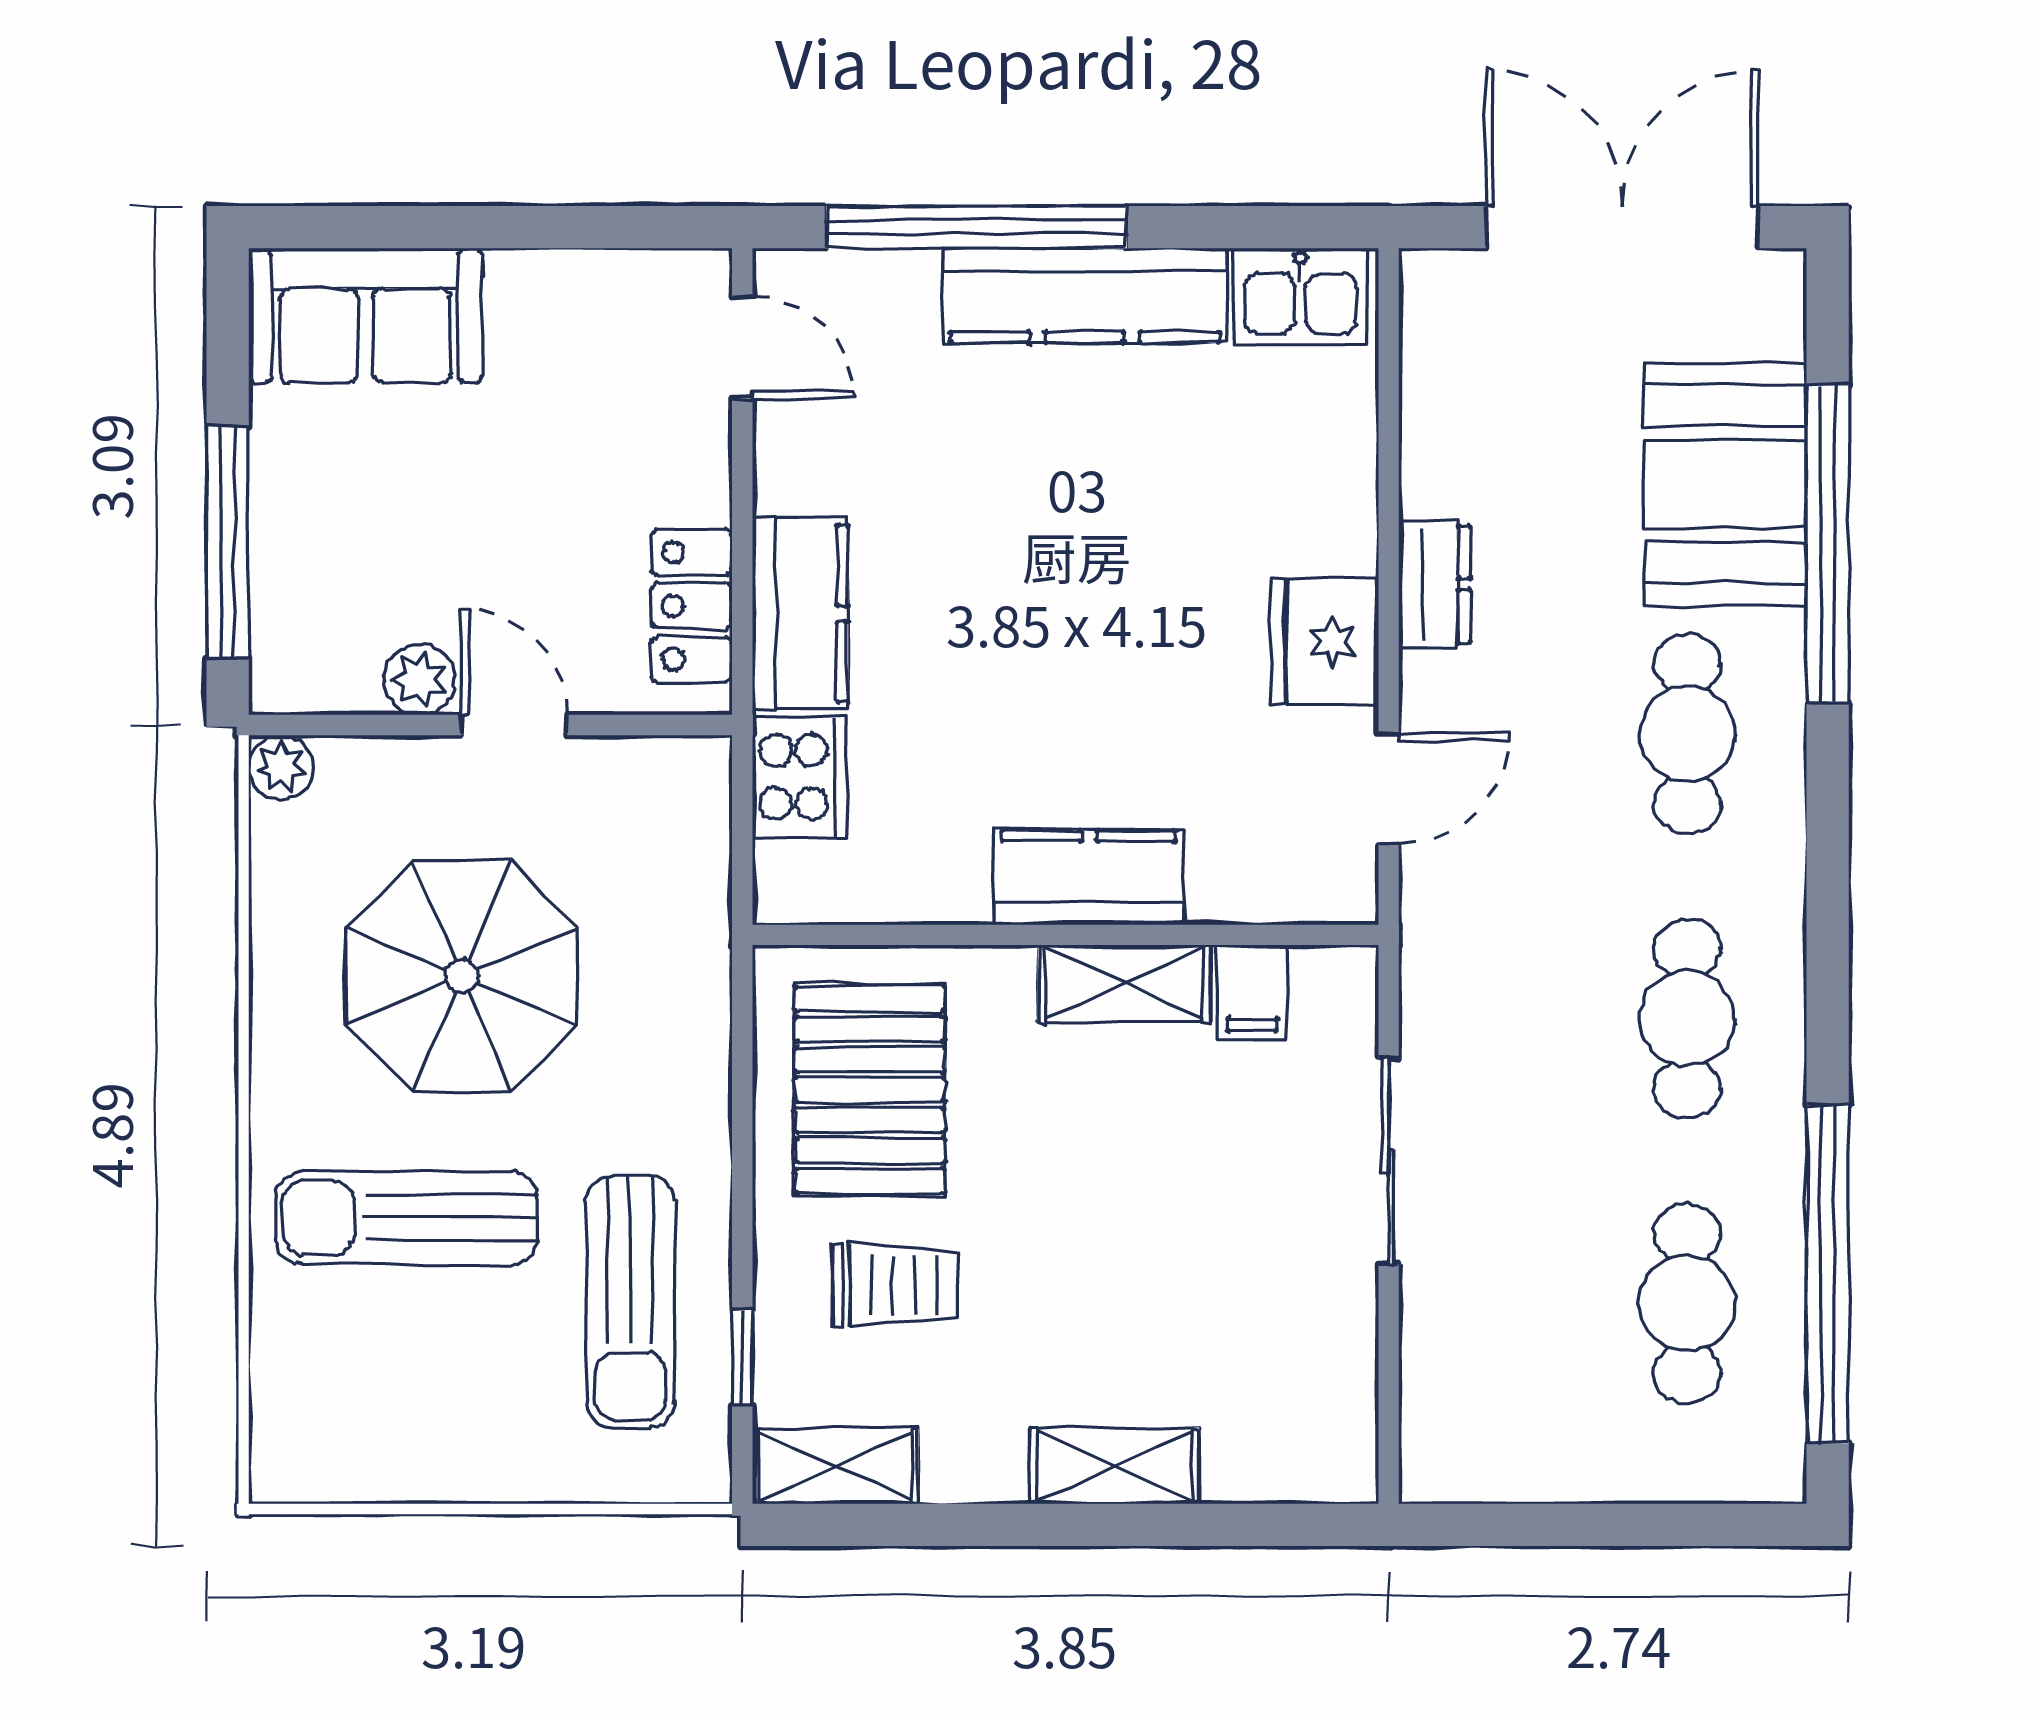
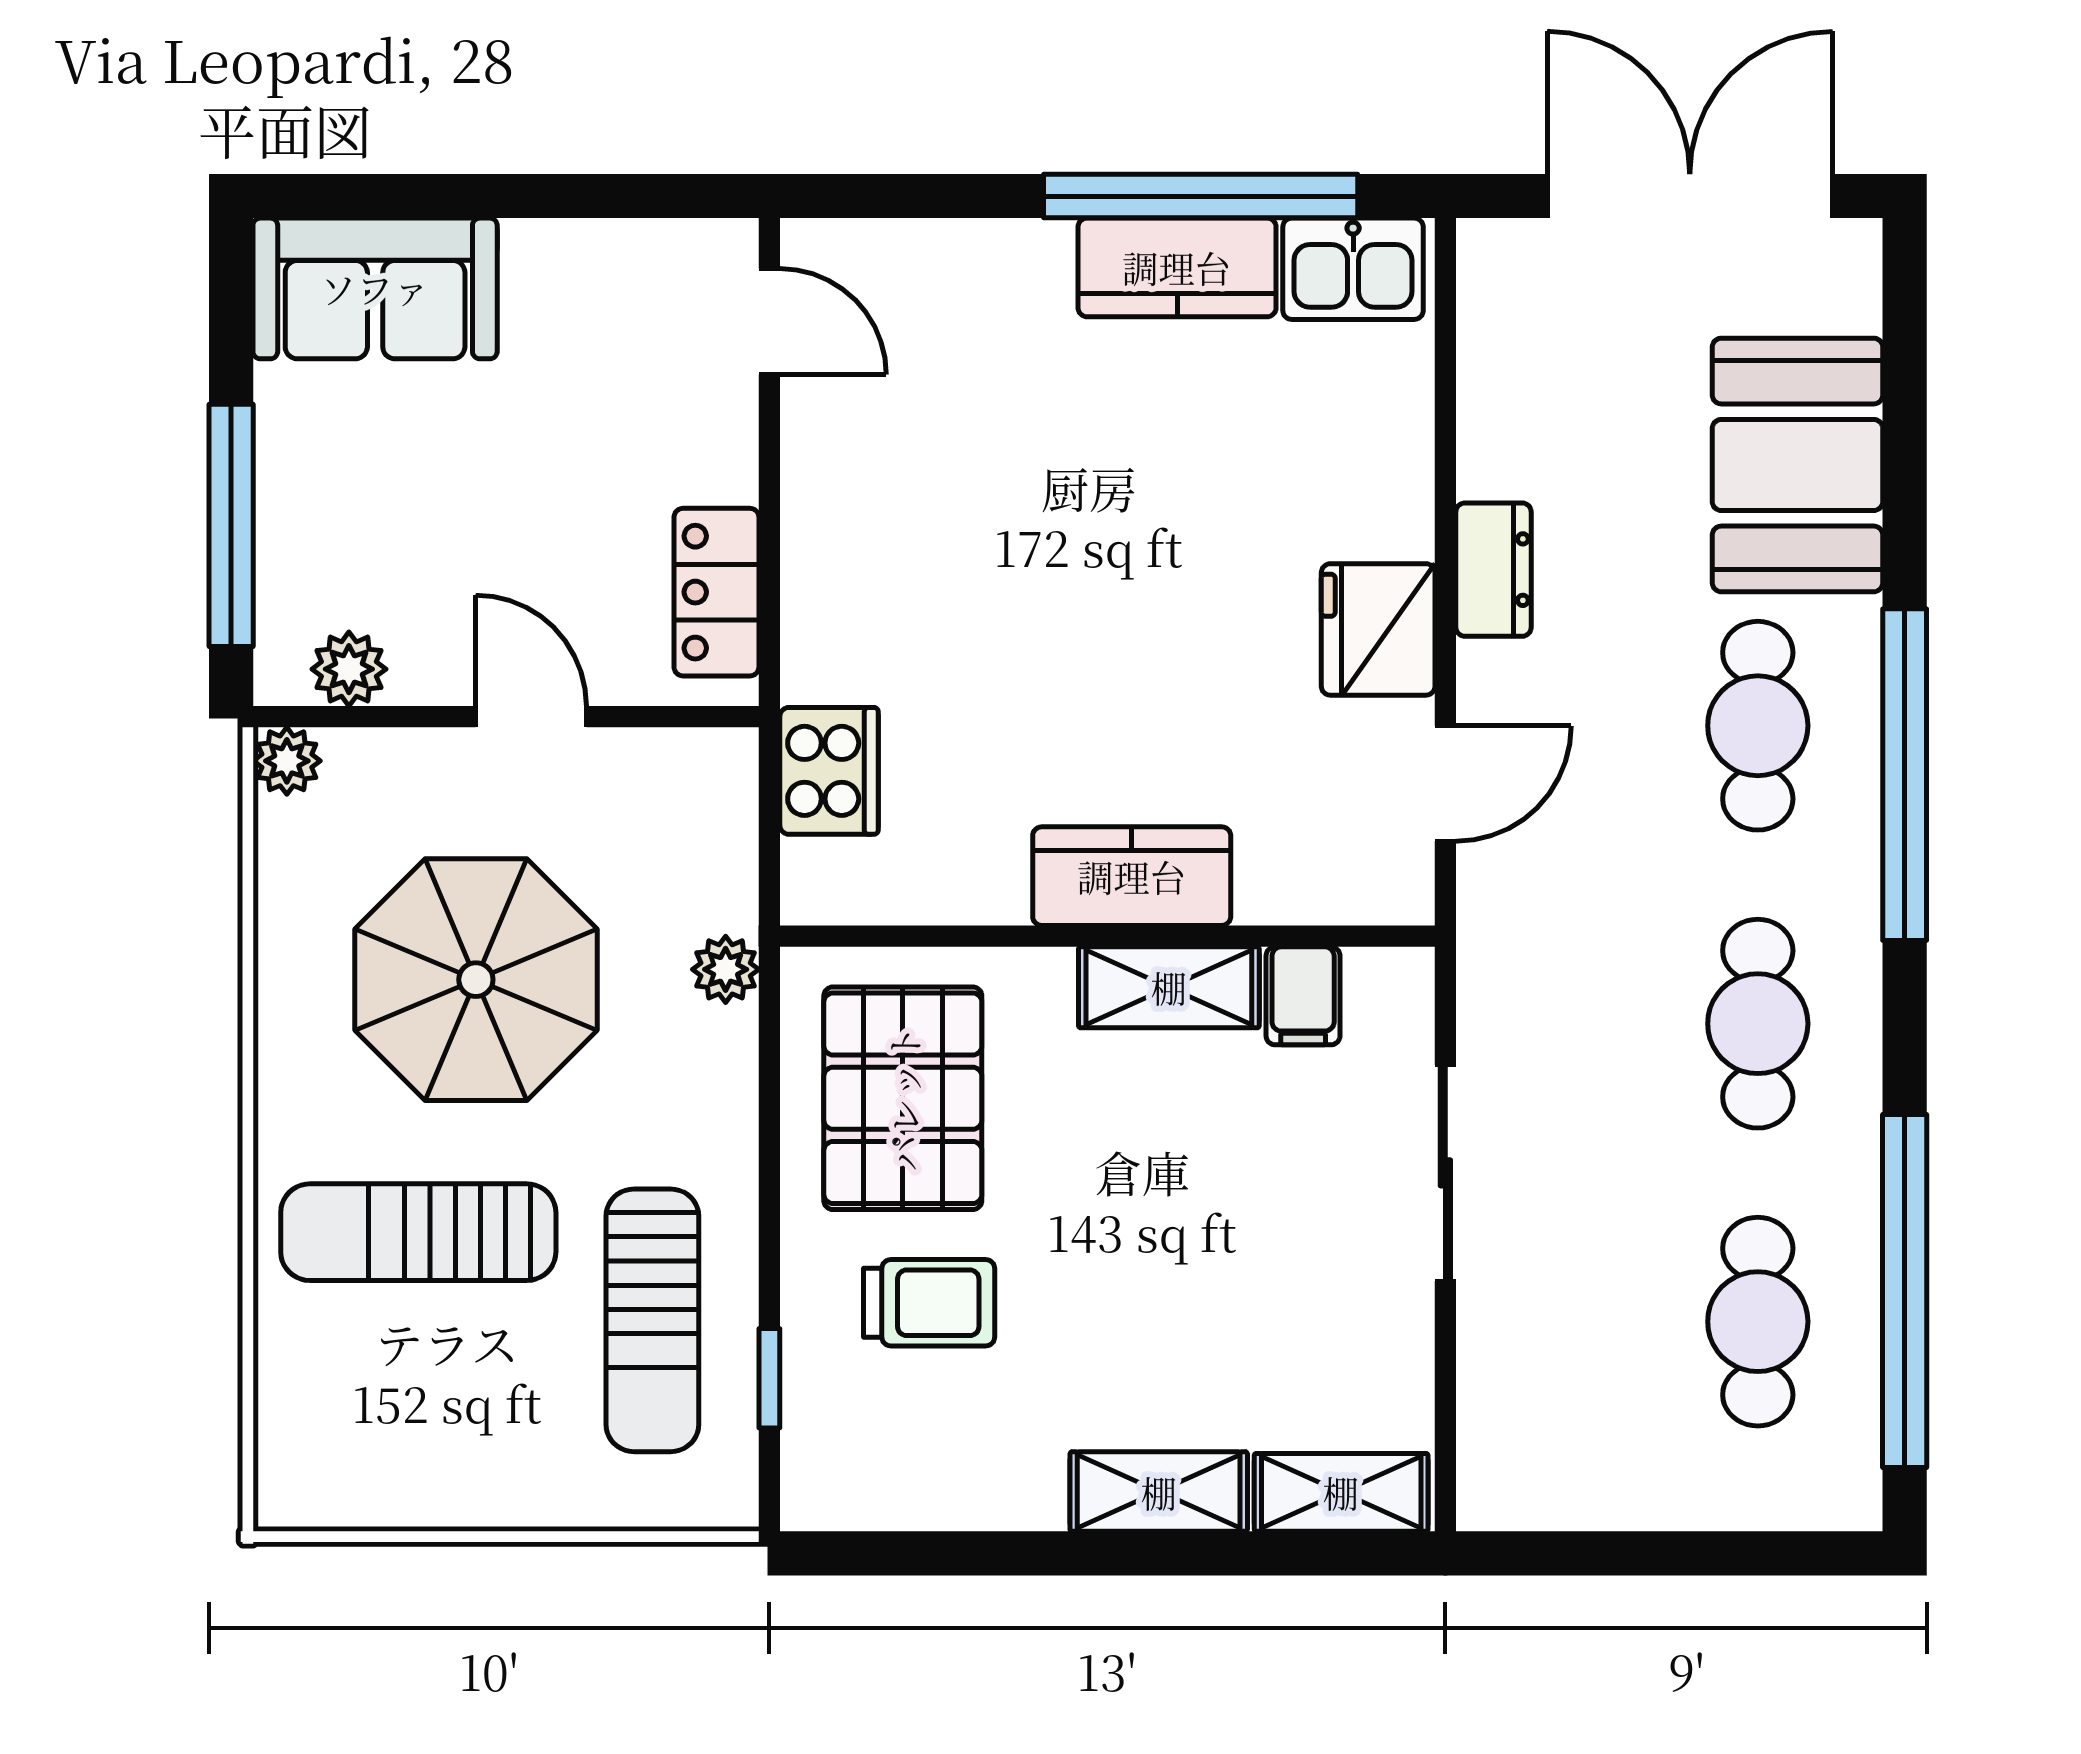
window: (977, 227) -> (1201, 196), moved
kitchen counter: (1085, 295) -> (1177, 267), width x0.67
window: (1828, 544) -> (1905, 775), moved
kitchen counter: (800, 614) -> (830, 600), removed
plant: (420, 679) -> (349, 669), moved
plant: (700, 967) -> (726, 969), added
shelving: (835, 1467) -> (1341, 1492), moved

